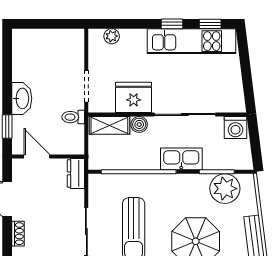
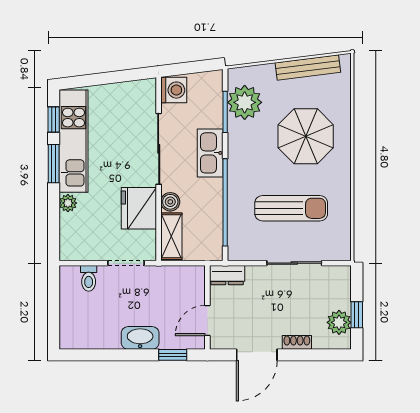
window: (172, 24) -> (54, 164), width x1.50
plant: (112, 36) -> (68, 203), moved
toilet: (73, 117) -> (89, 278), moved

